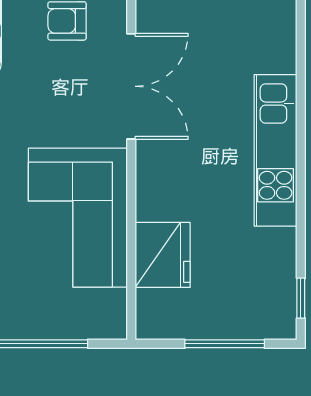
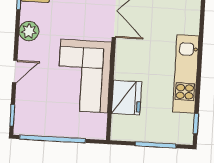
kitchen unit: (276, 150) -> (186, 74), moved

